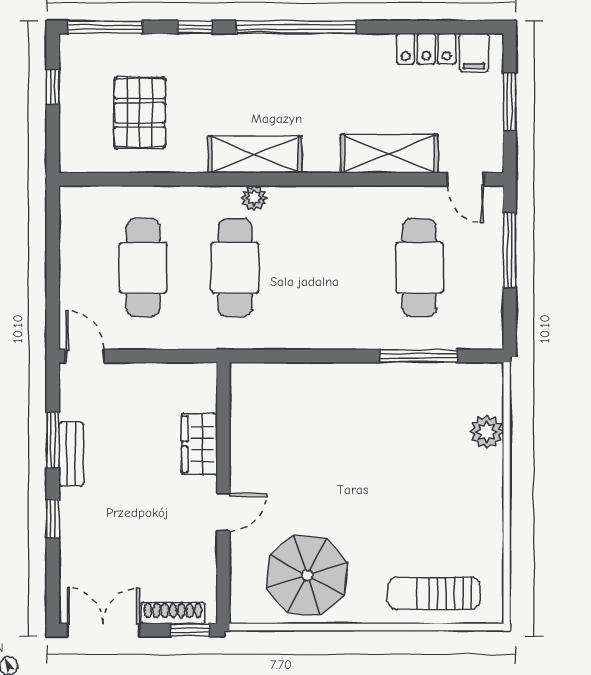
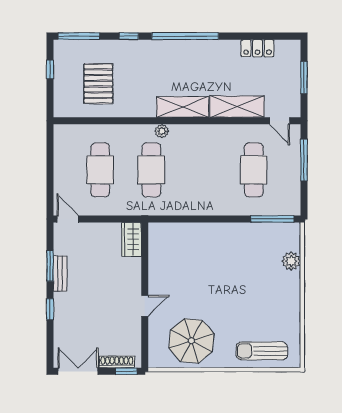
filing cabinet: (474, 52) -> (284, 50), removed
shelving: (255, 155) -> (183, 107), moved
window: (418, 356) -> (272, 219), moved
wardrobe: (199, 444) -> (132, 239), moved

